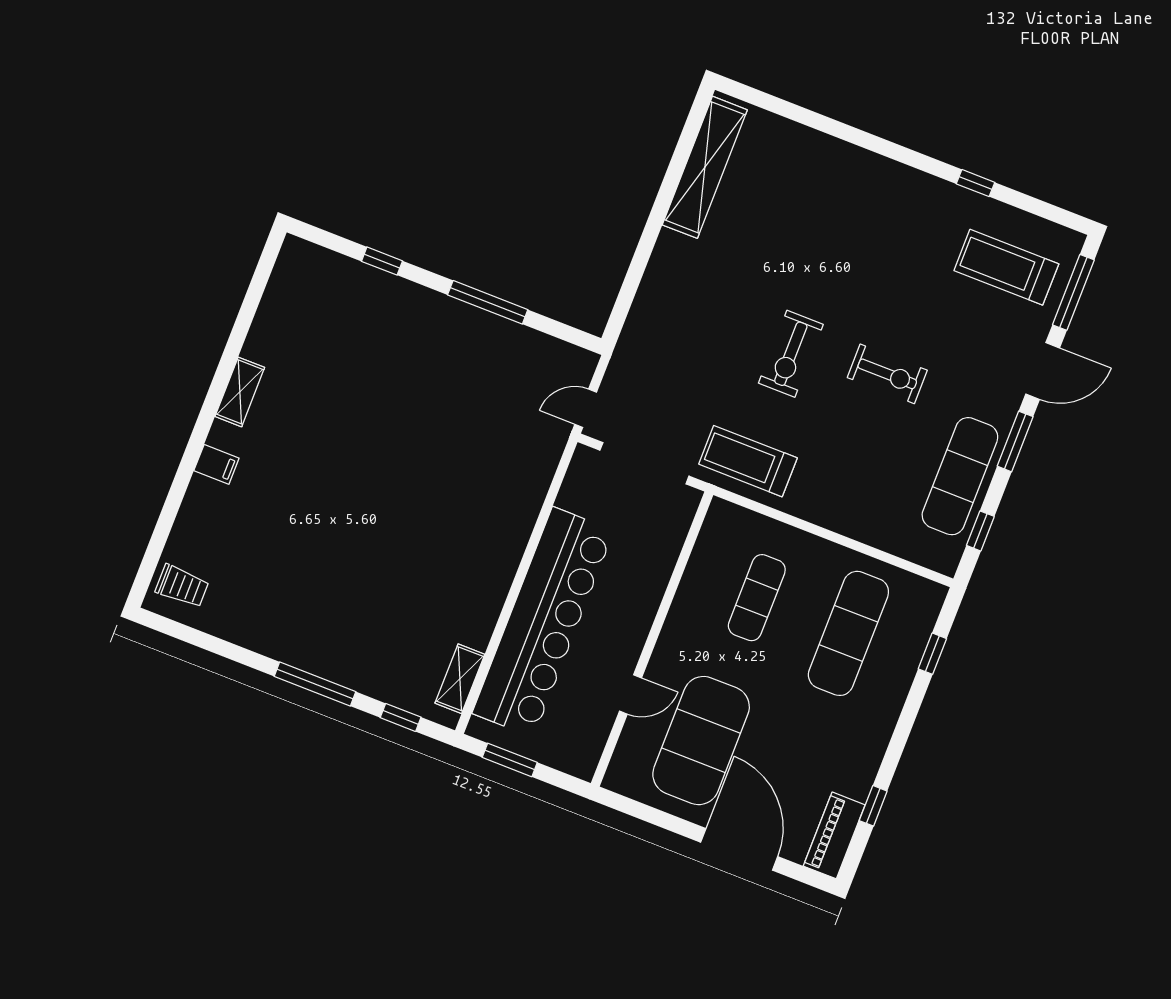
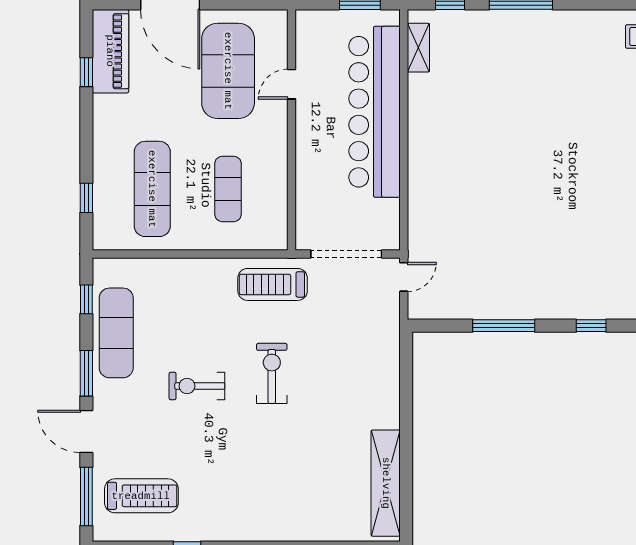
door: (1043, 371) -> (86, 431), hinge flipped
treadmill: (748, 461) -> (273, 284), turned 180
piano: (834, 835) -> (110, 51), width x1.37, depth x1.33

